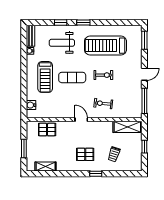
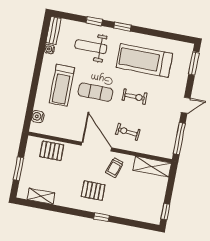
door: (81, 120) -> (97, 147), width x1.88
window: (144, 147) -> (165, 212), moved
trolley: (114, 154) -> (115, 168), moved

